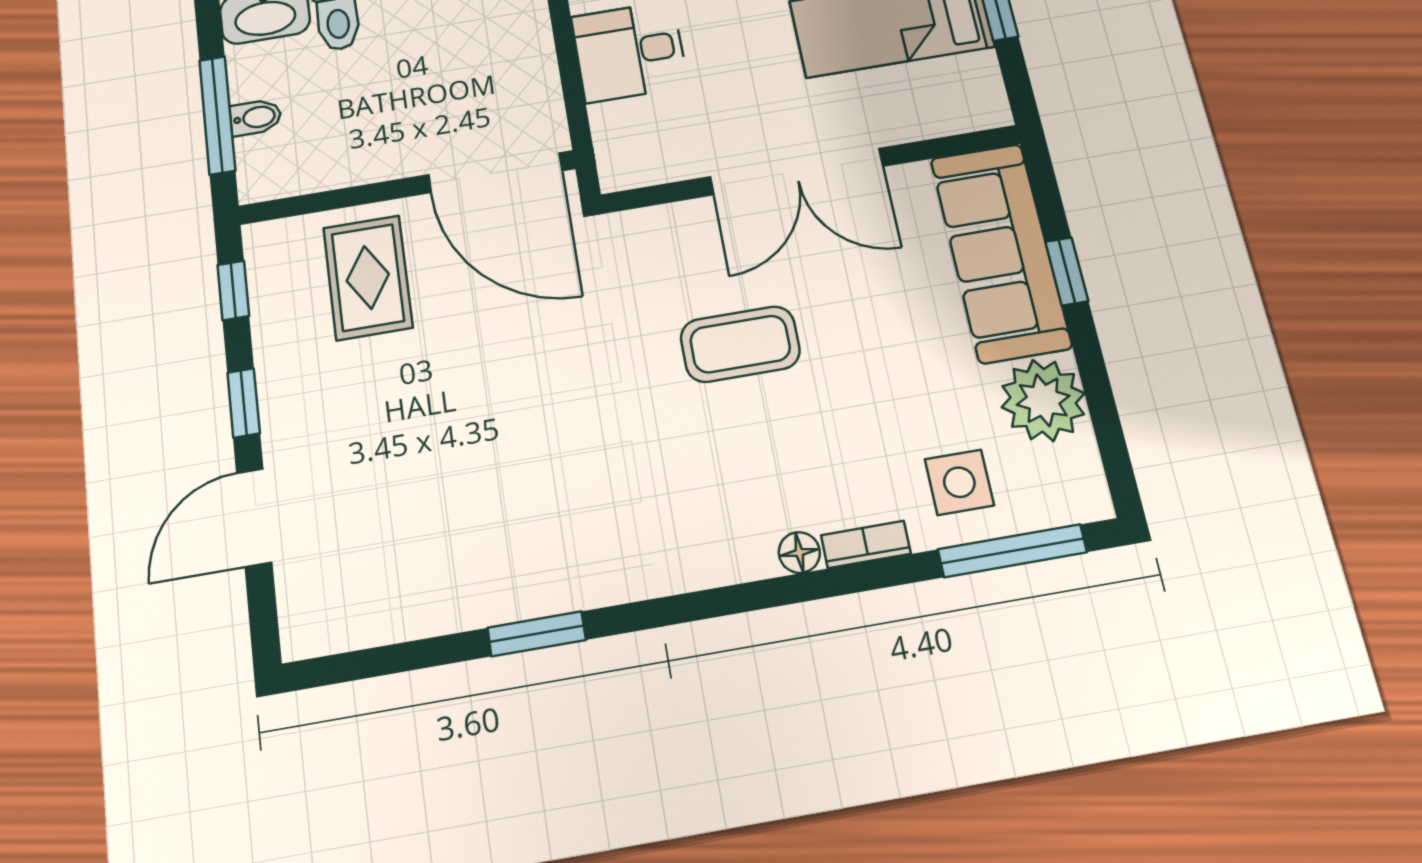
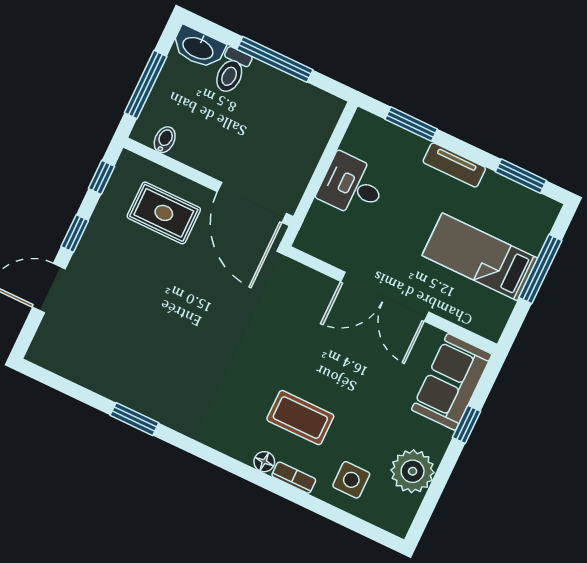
bidet: (256, 117) -> (165, 140), moved, turned -90
sofa: (1000, 252) -> (452, 382), width x0.73
rug: (368, 277) -> (164, 213), turned 90
coffee table: (740, 344) -> (300, 418), moved
window: (1012, 551) -> (351, 522), removed

